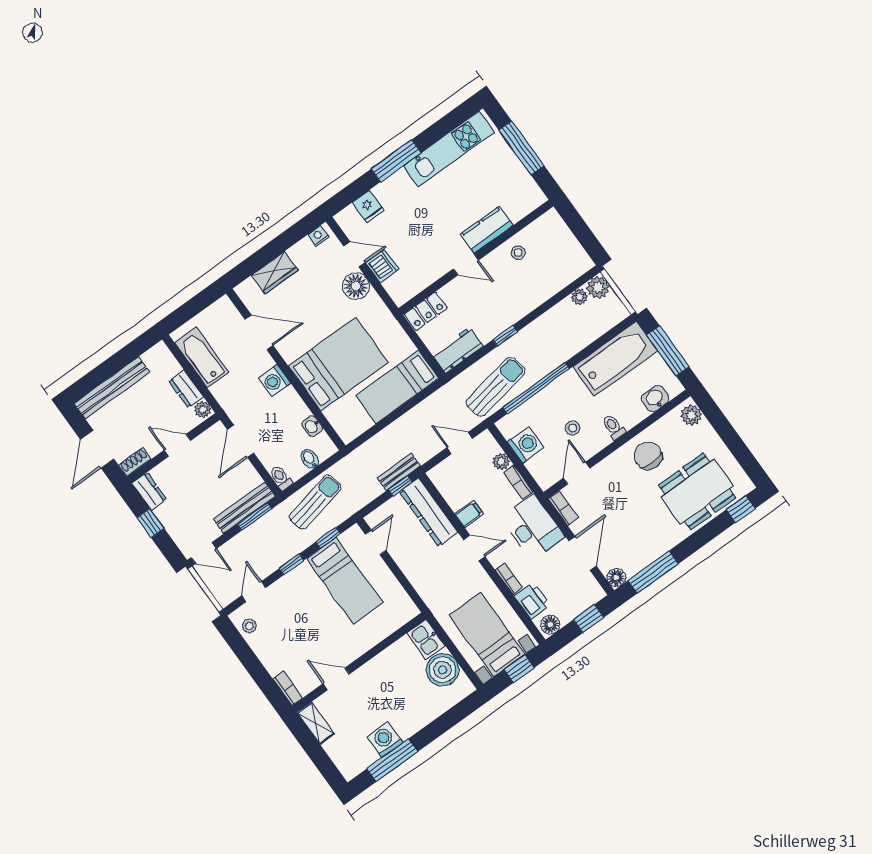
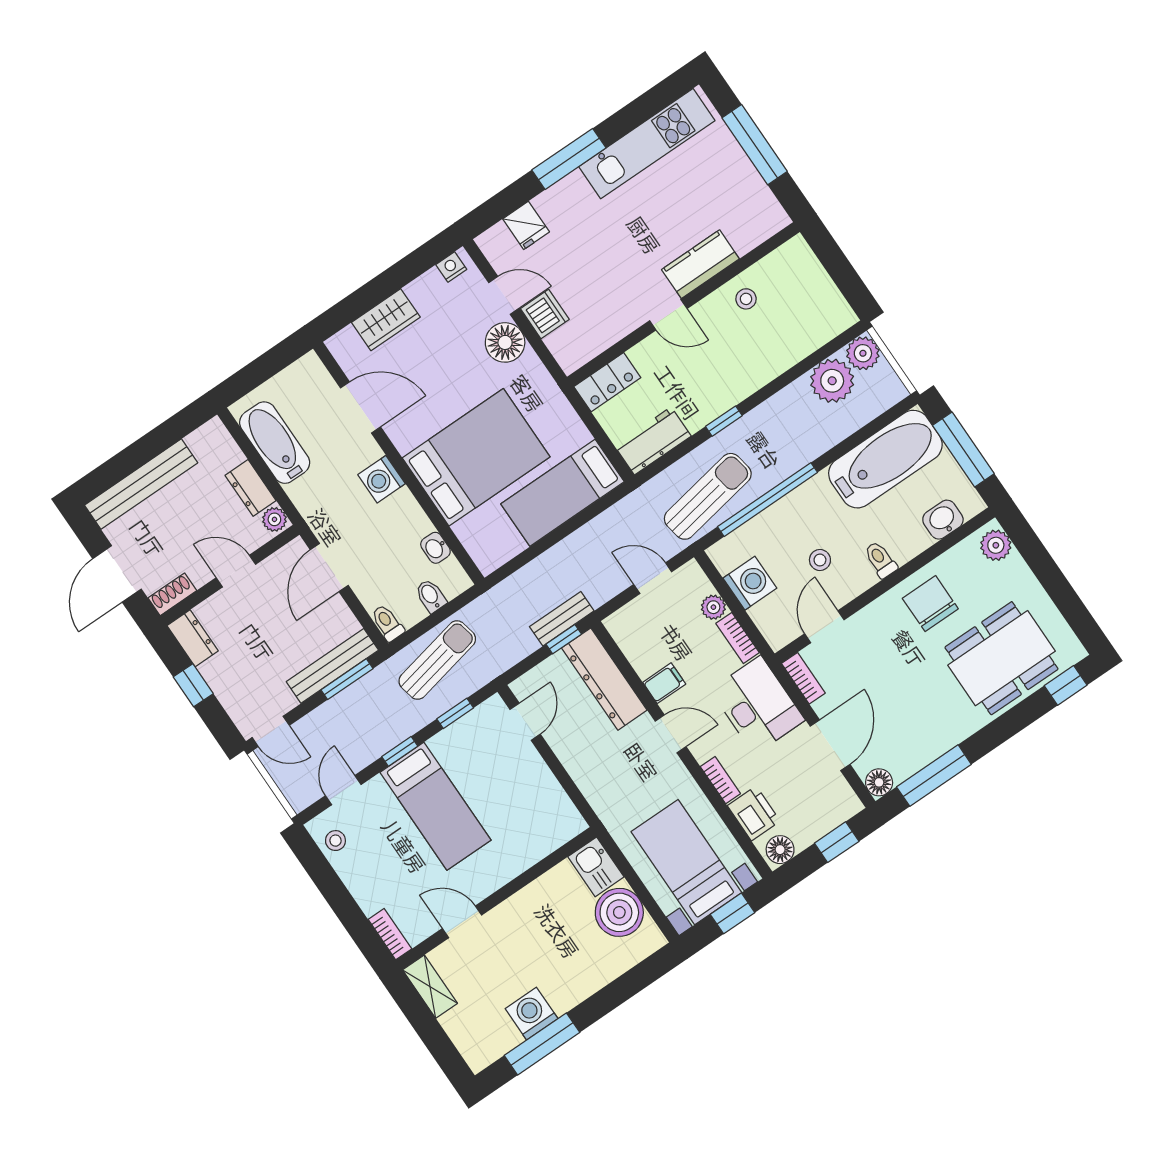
plant: (579, 297) -> (832, 381), width x1.88, depth x1.88
bed: (345, 581) -> (435, 806), moved

